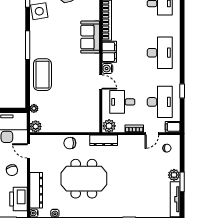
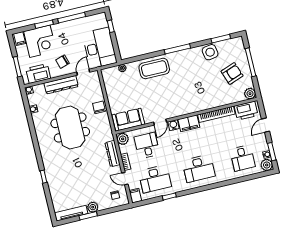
sofa: (90, 37) -> (128, 120), moved
plant: (36, 126) -> (107, 73), removed
dresser: (104, 140) -> (113, 154), moved
dresser: (36, 190) -> (61, 85), moved

